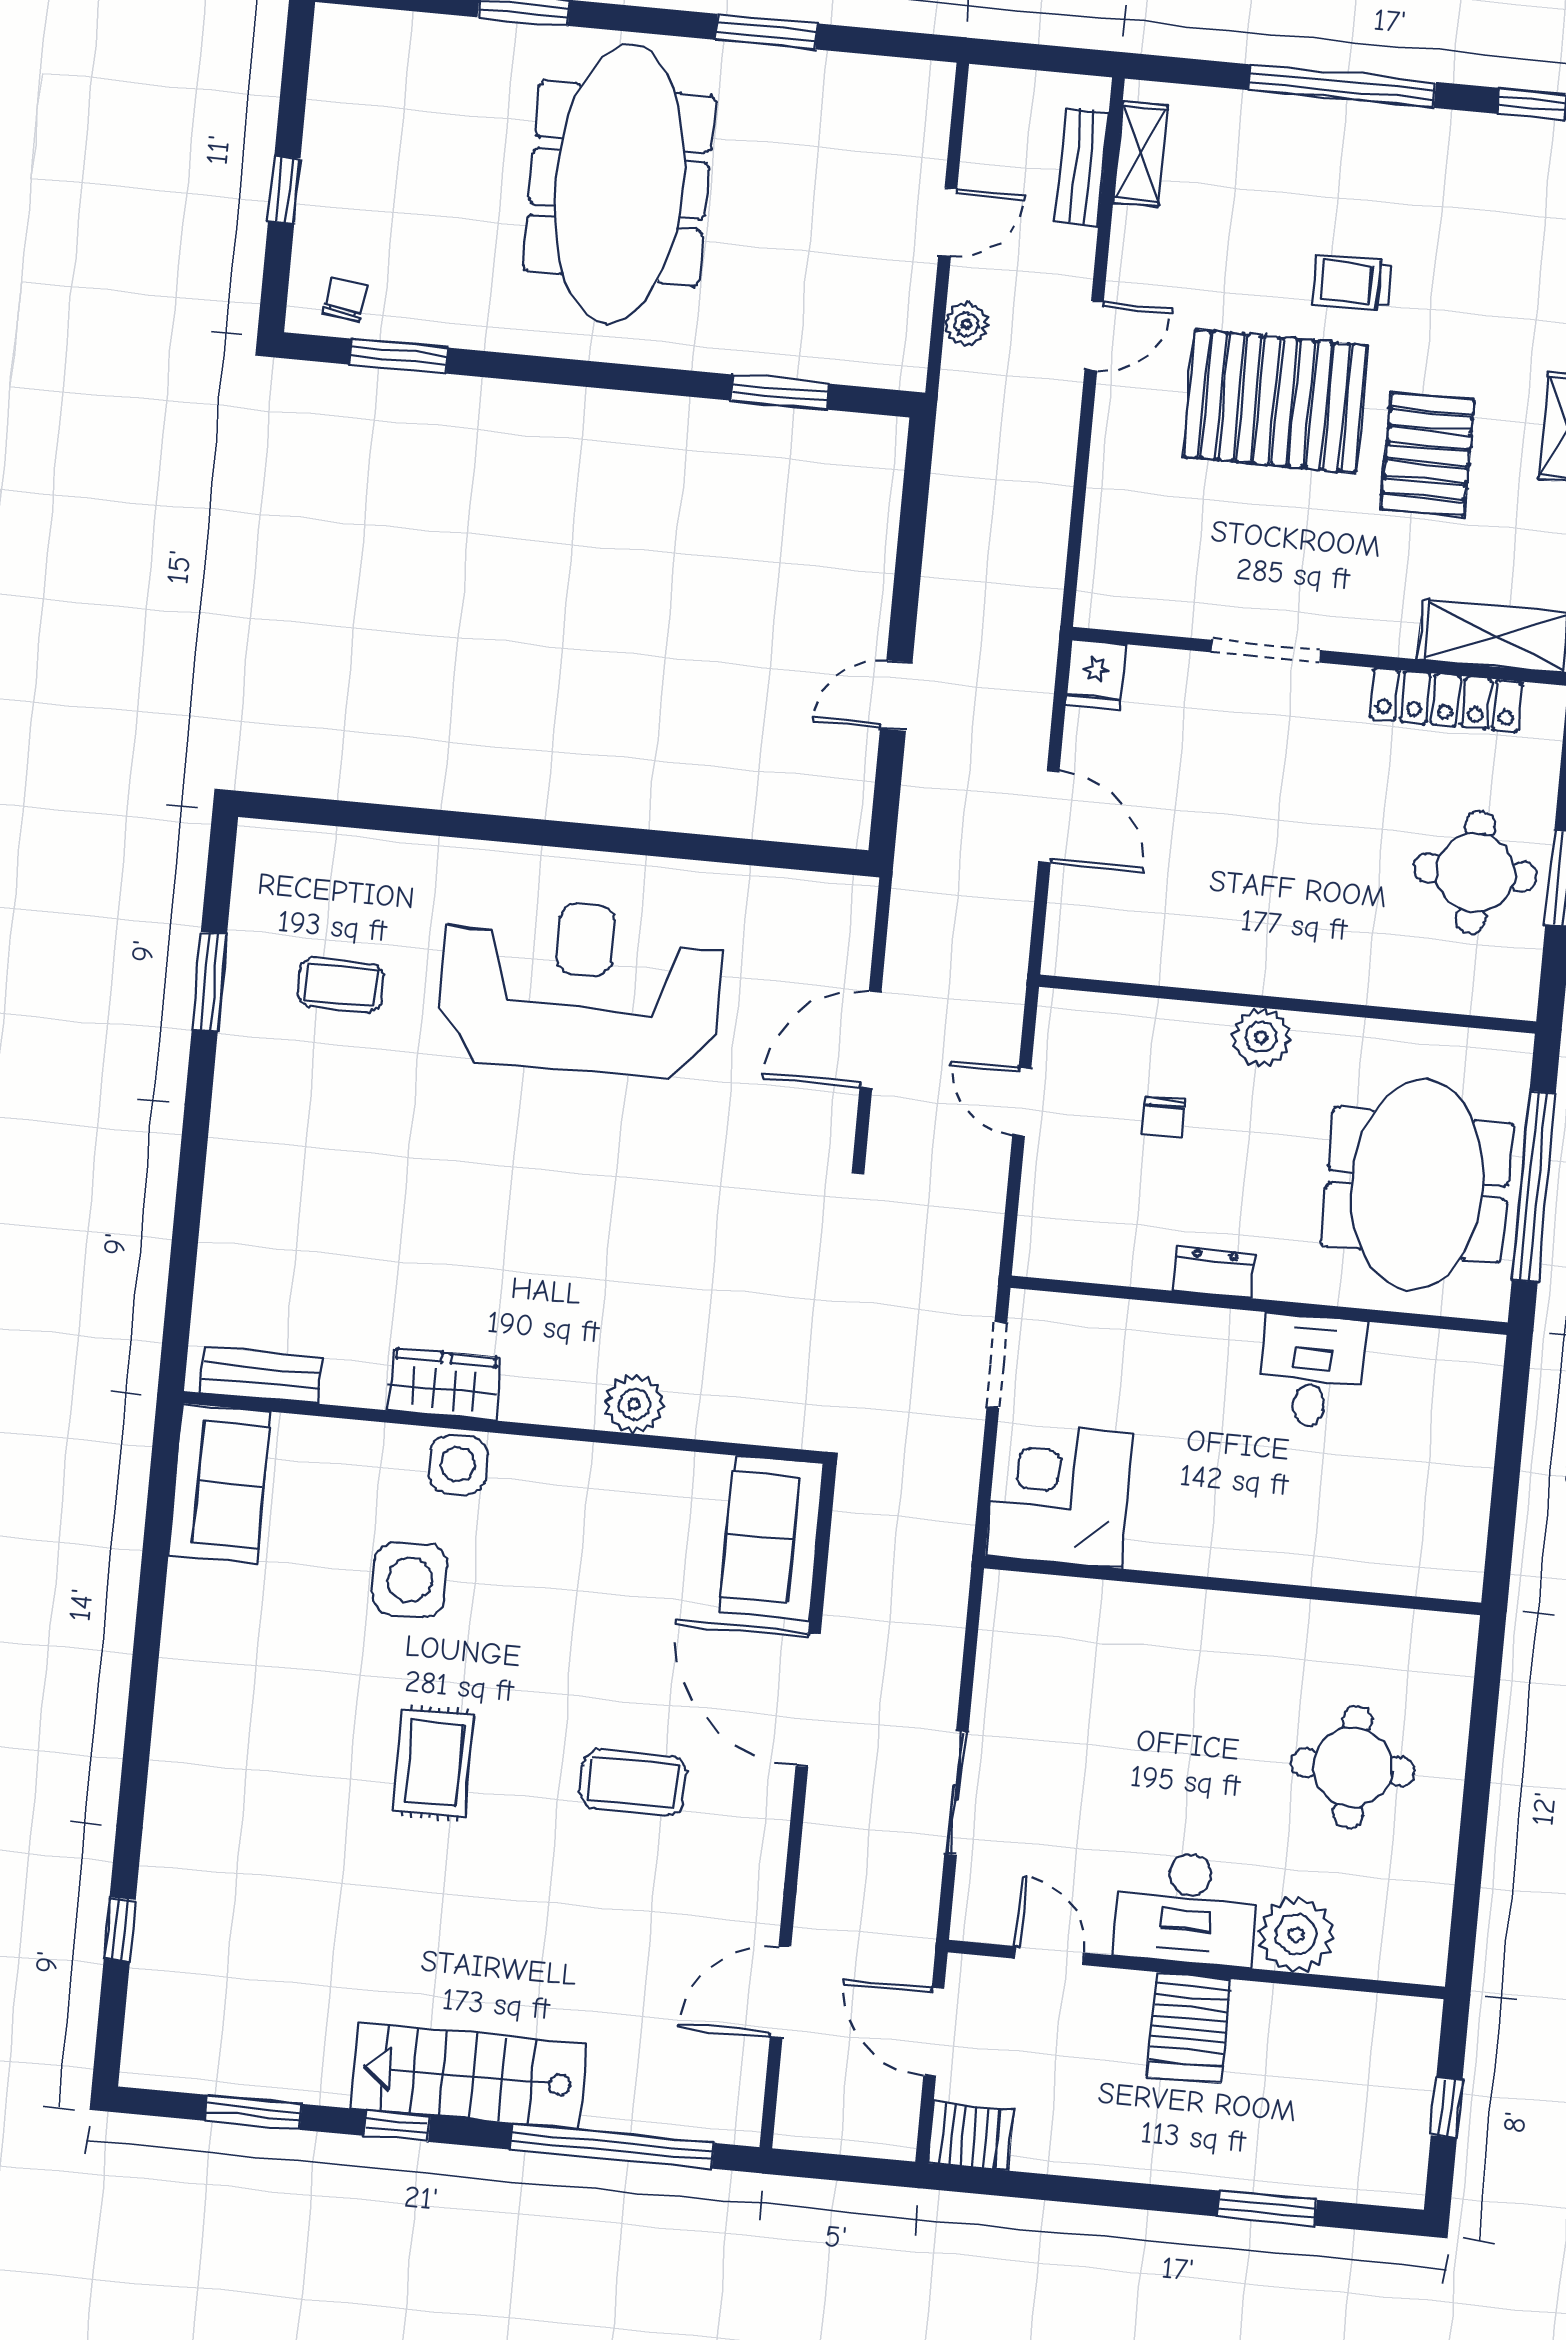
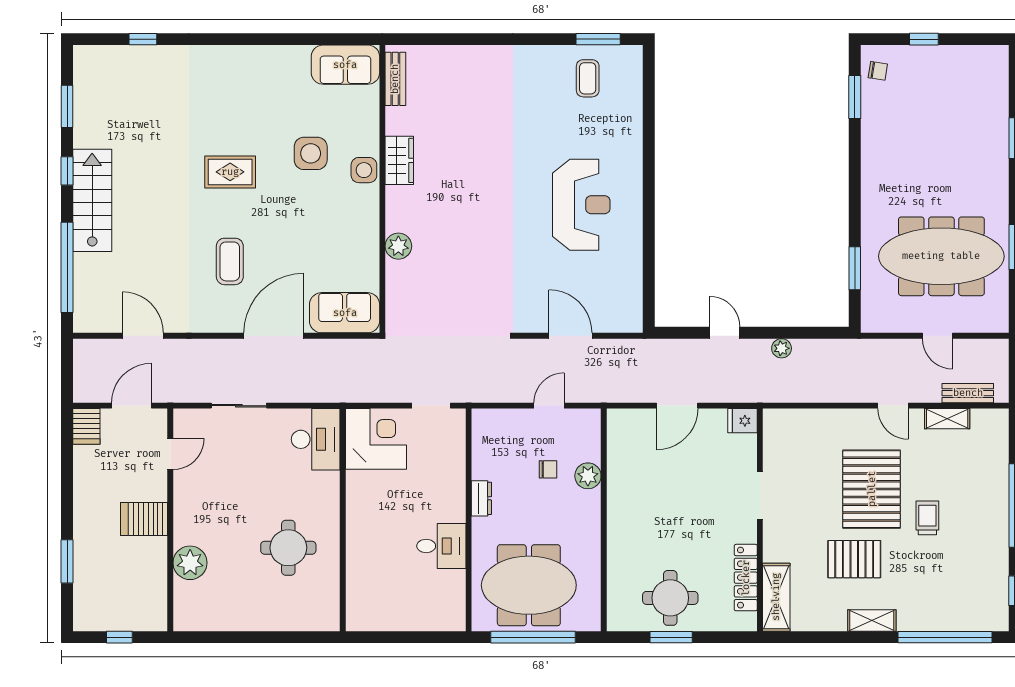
shelving: (1140, 154) -> (947, 419), moved
meeting table: (619, 184) -> (941, 256), moved
plant: (966, 324) -> (782, 348), moved
window: (209, 982) -> (598, 39), moved
coffee table: (341, 985) -> (588, 78), moved
reception desk: (581, 988) -> (581, 205), width x0.74, depth x0.77
plant: (1261, 1037) -> (588, 476), moved
chair: (1163, 1118) -> (548, 469), turned 180
round table: (1353, 1767) -> (288, 548), moved
desk: (1187, 1908) -> (316, 439), moved, turned 180

